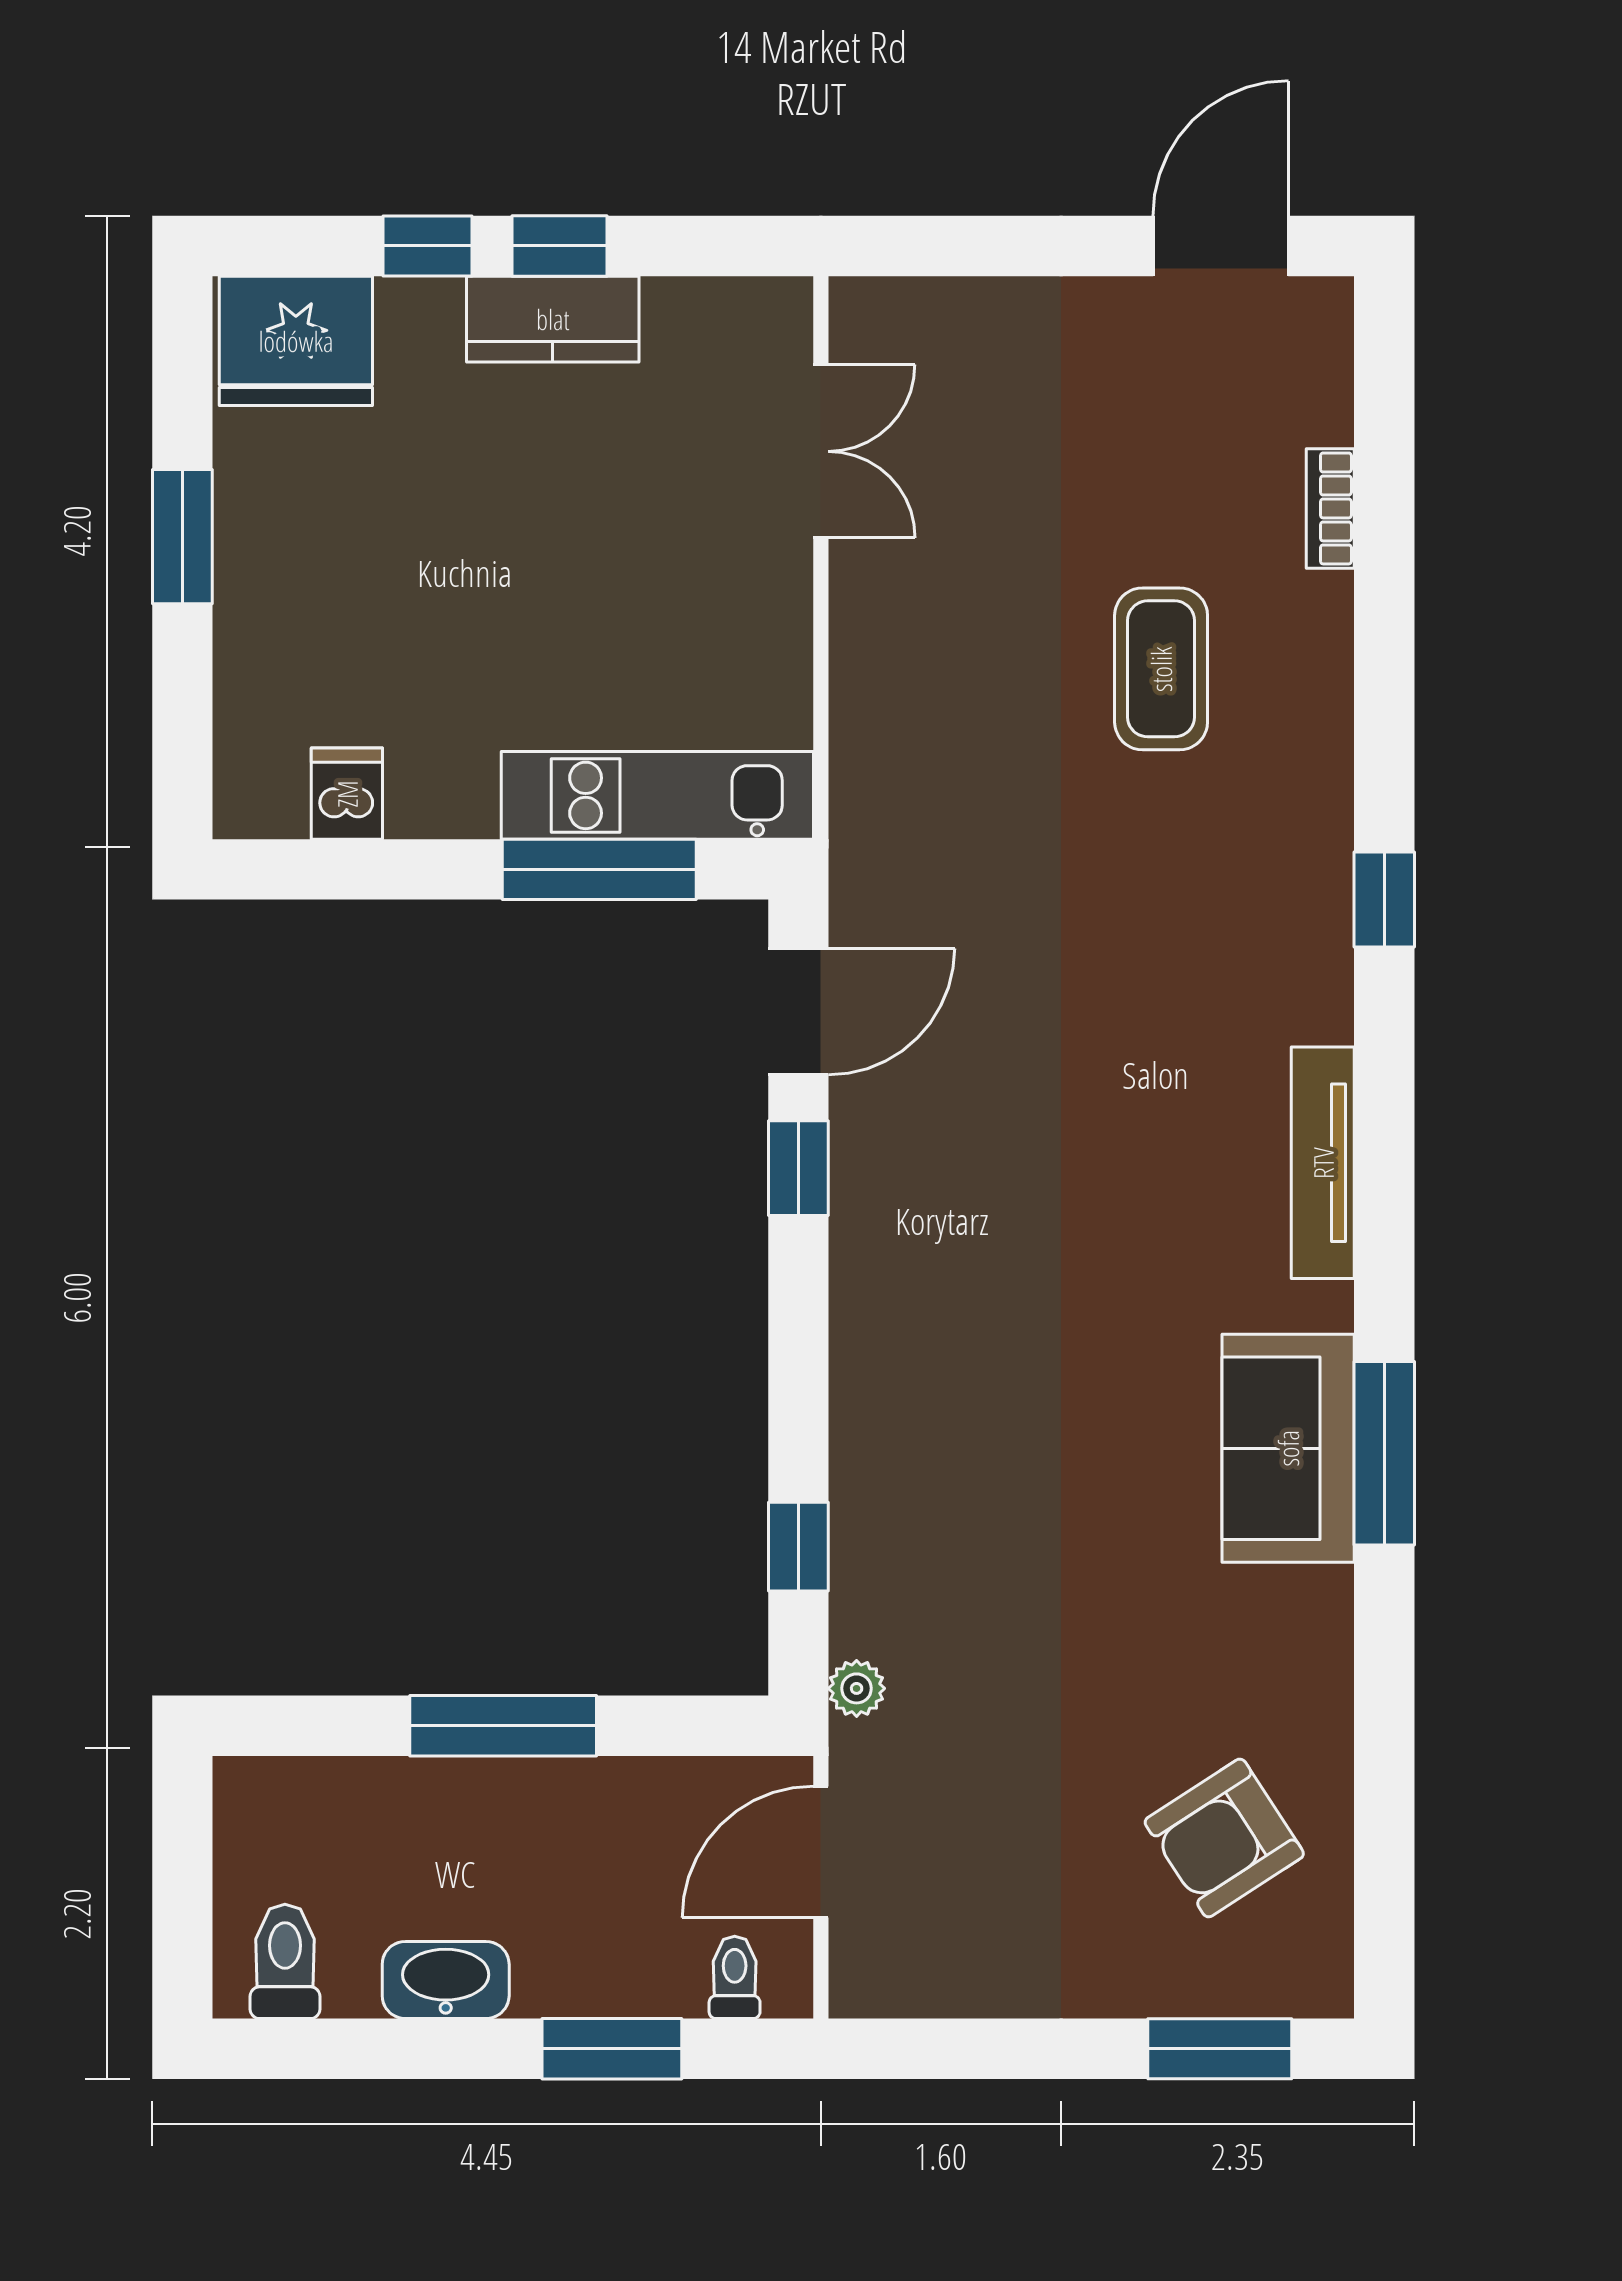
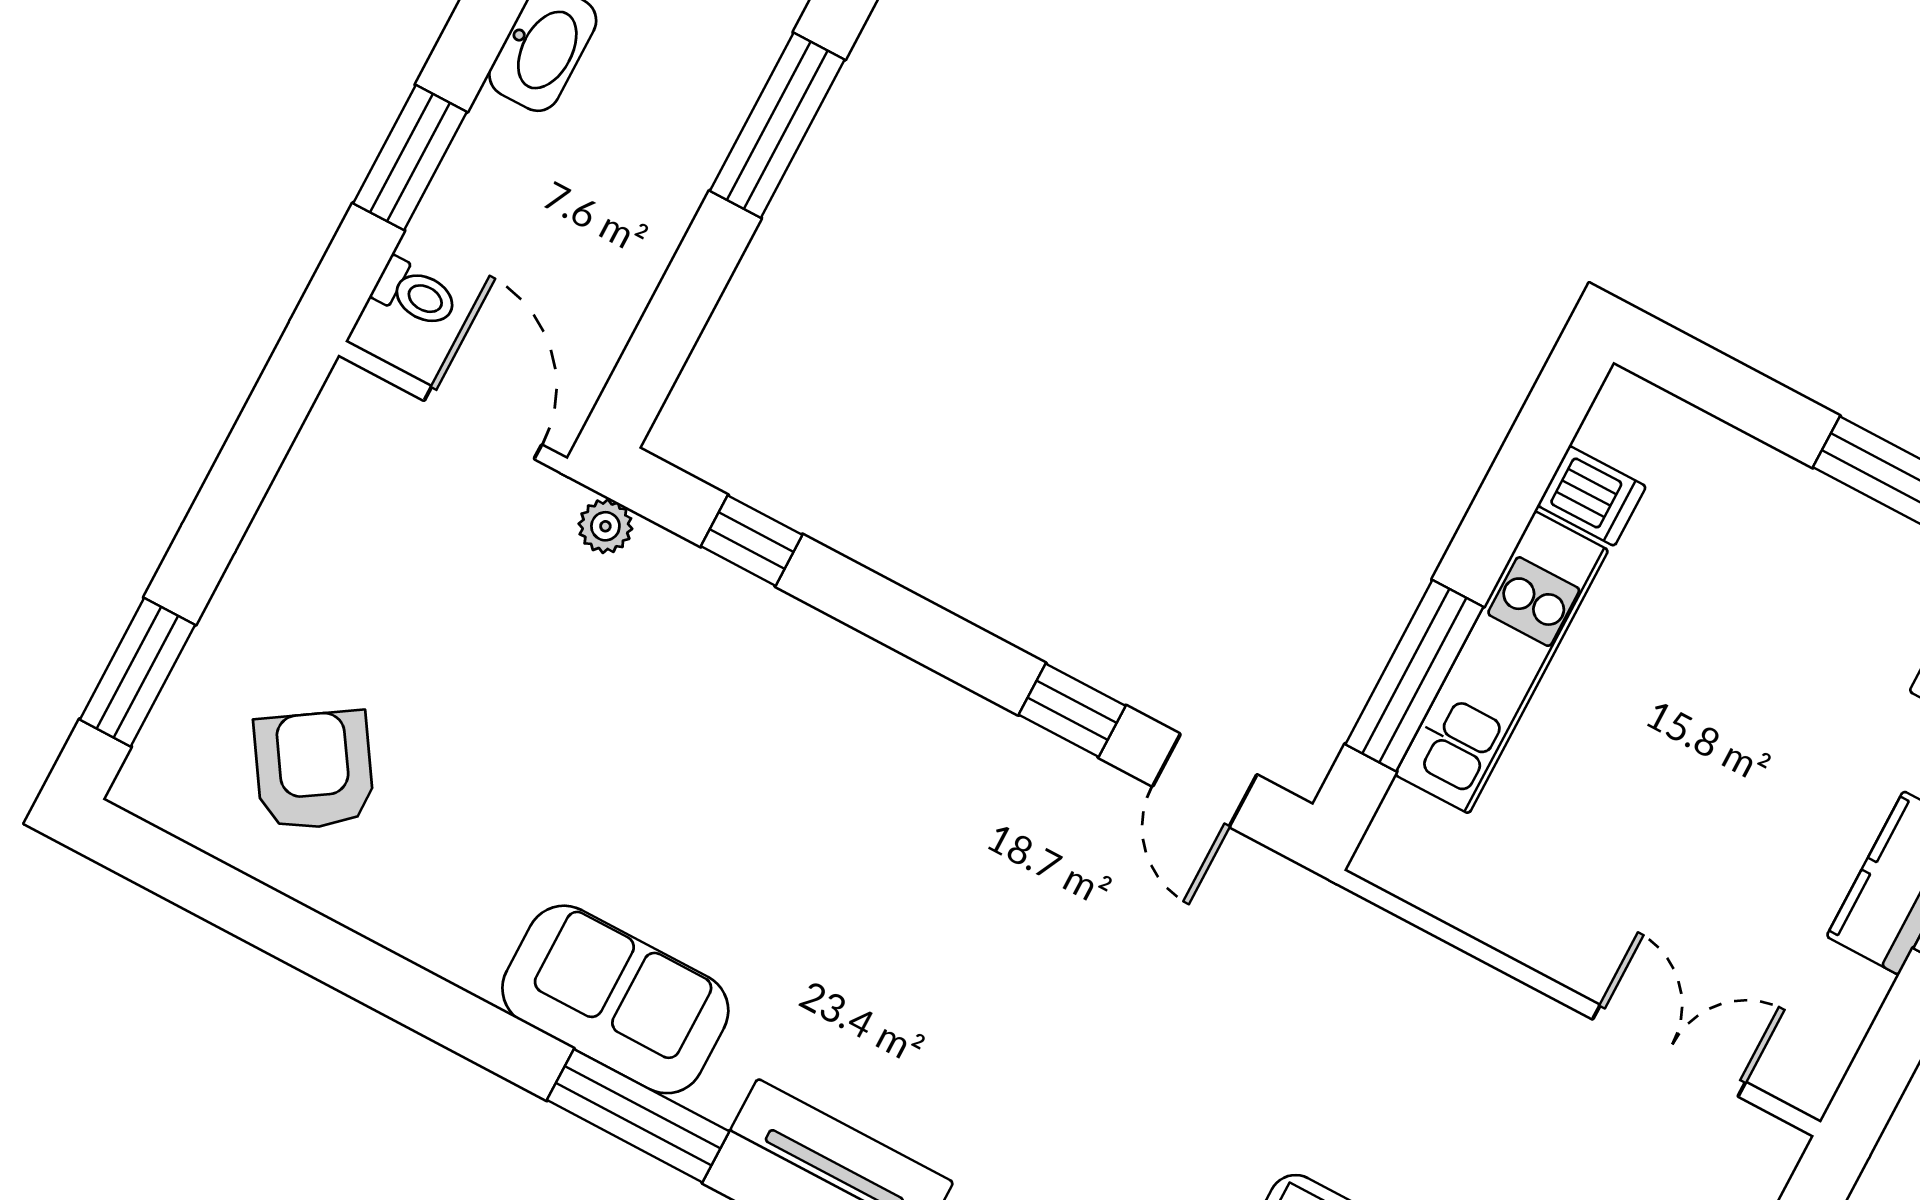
double door: (821, 451) -> (1669, 1051), swing flipped
kitchen unit: (657, 795) -> (1502, 662), moved
door: (798, 1012) -> (1205, 780), width x0.73
window: (1384, 1453) -> (638, 1116), moved
window: (503, 1726) -> (777, 125), moved

